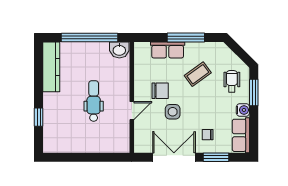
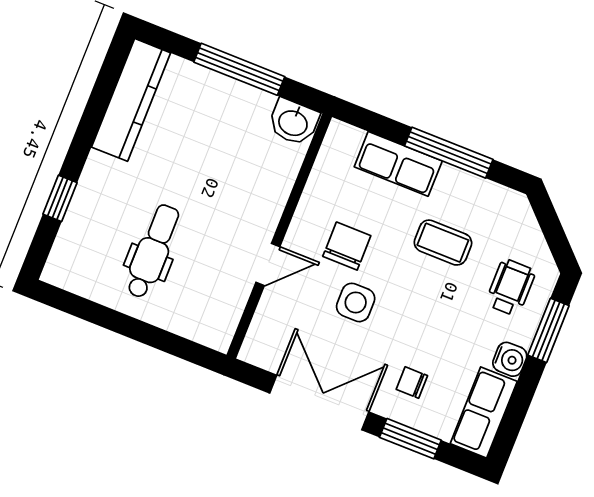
window: (89, 37) -> (239, 69), width x0.68
coffee table: (198, 74) -> (443, 243), turned 36
chair: (160, 91) -> (347, 246), turned -90
dental chair: (94, 101) -> (153, 251), moved

